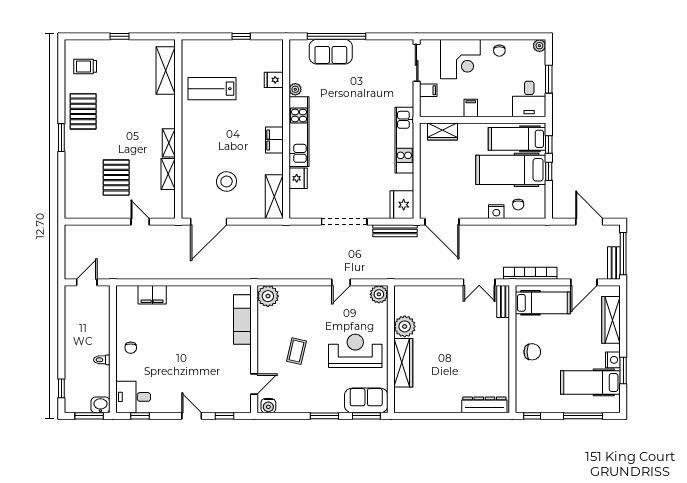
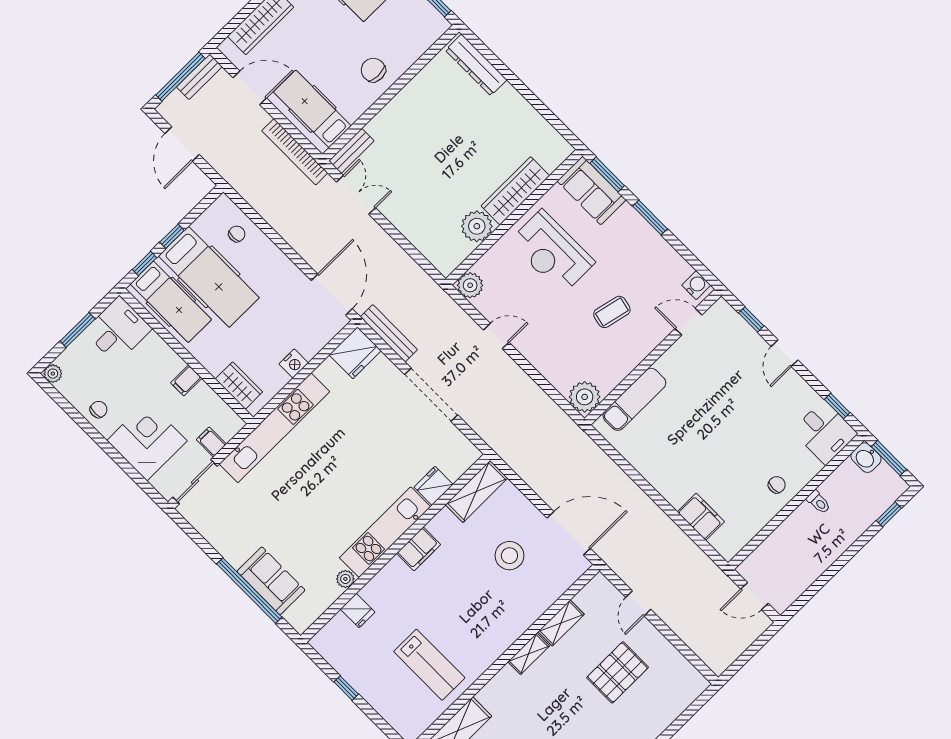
kitchen unit: (404, 140) -> (274, 428), width x1.36
nightstand: (496, 212) -> (294, 363), moved, turned 90

